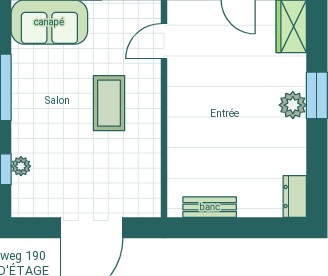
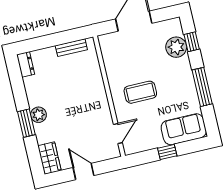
coffee table: (109, 103) -> (140, 92), turned 90
plant: (21, 166) -> (176, 47), width x1.88, depth x1.88

